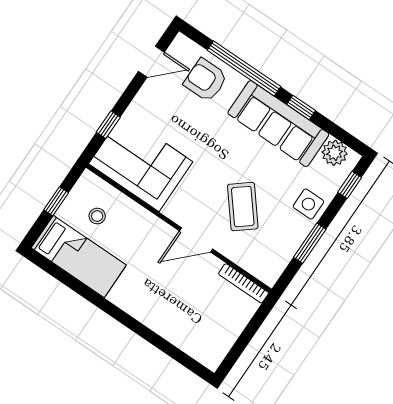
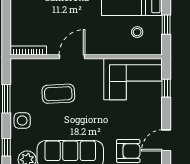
coffee table: (243, 207) -> (58, 94), turned -54

